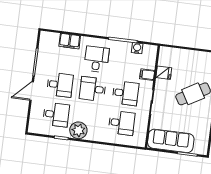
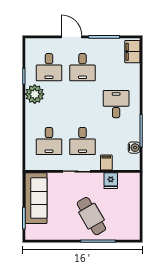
filing cabinet: (70, 41) -> (132, 52), moved
desk: (96, 59) -> (116, 104), turned -90
desk: (93, 89) -> (83, 104), removed

